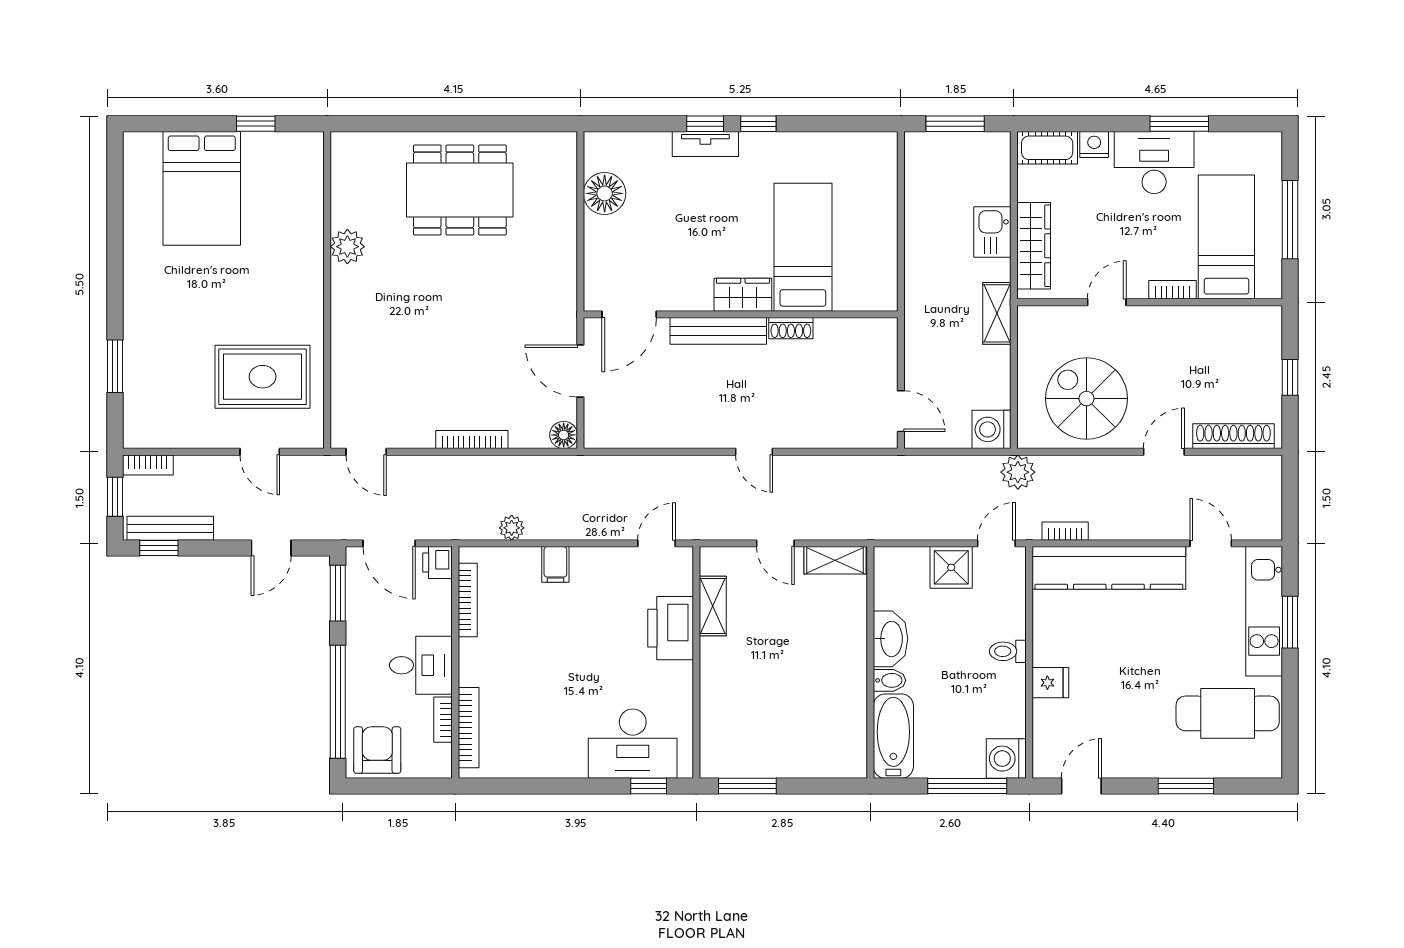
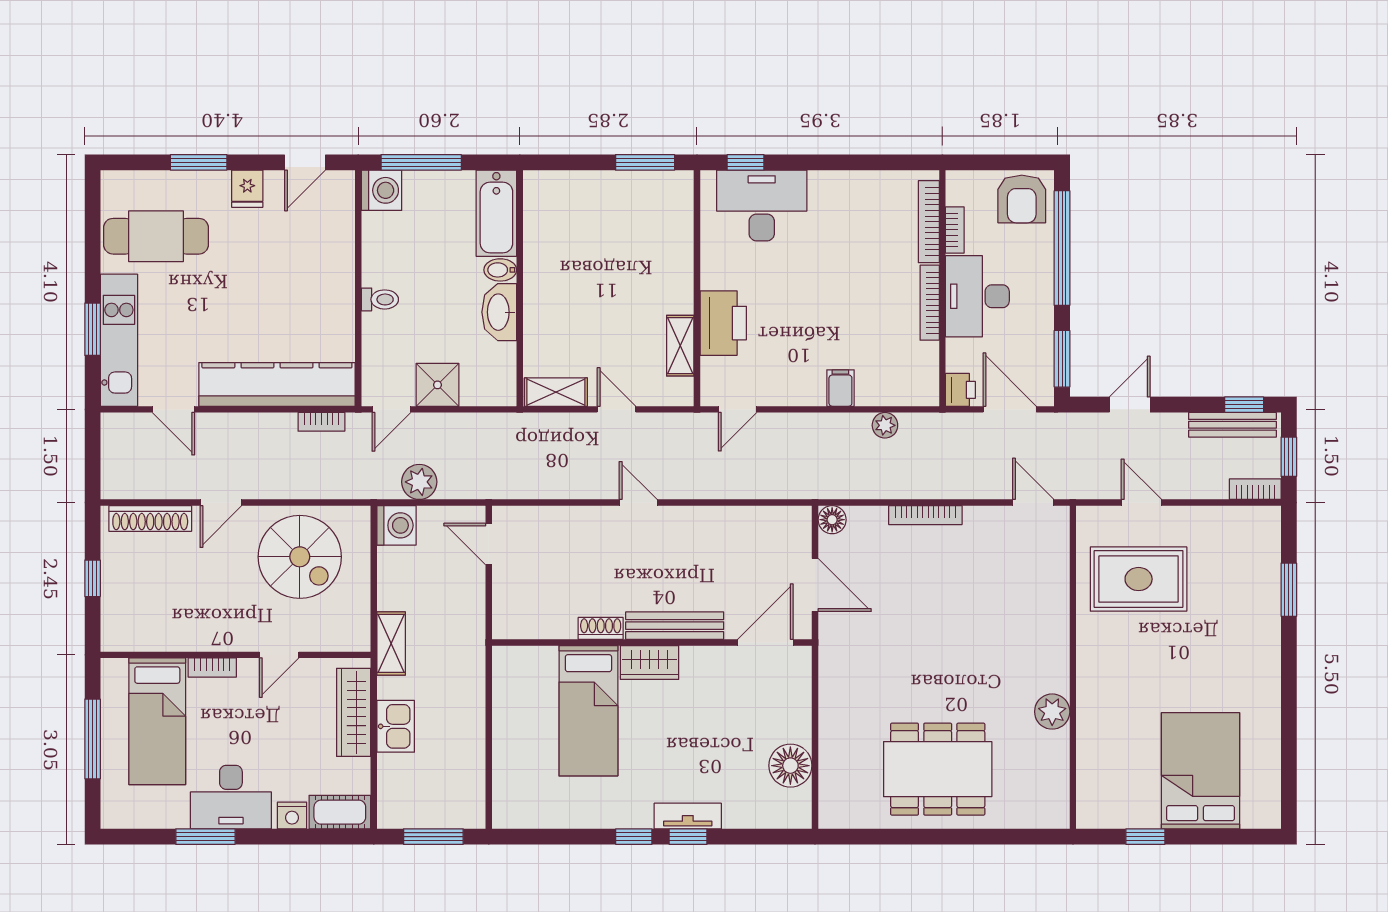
plant: (1018, 472) -> (419, 482), moved
bookcase: (468, 600) -> (930, 303), moved
desk: (421, 665) -> (977, 296), width x1.37
fridge: (1050, 683) -> (247, 189), moved, turned -90

